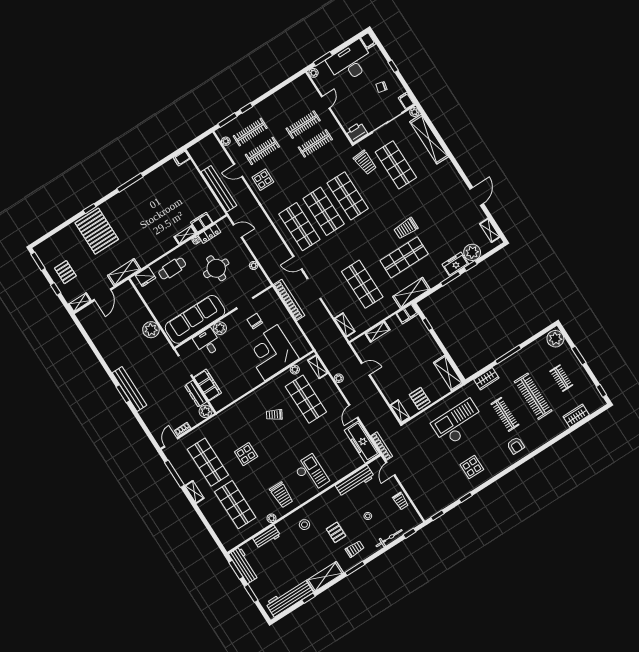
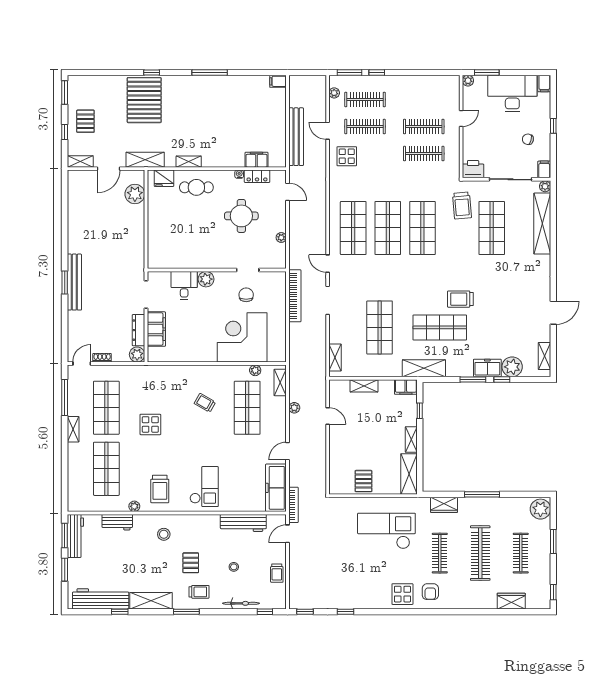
shelving: (185, 235) -> (189, 162), moved
sofa: (195, 319) -> (186, 254), removed
plant: (151, 330) -> (135, 194), moved
clothes rail: (561, 378) -> (521, 553), width x1.36
shelving: (400, 411) -> (411, 440), moved
display table: (472, 467) -> (402, 594), moved

